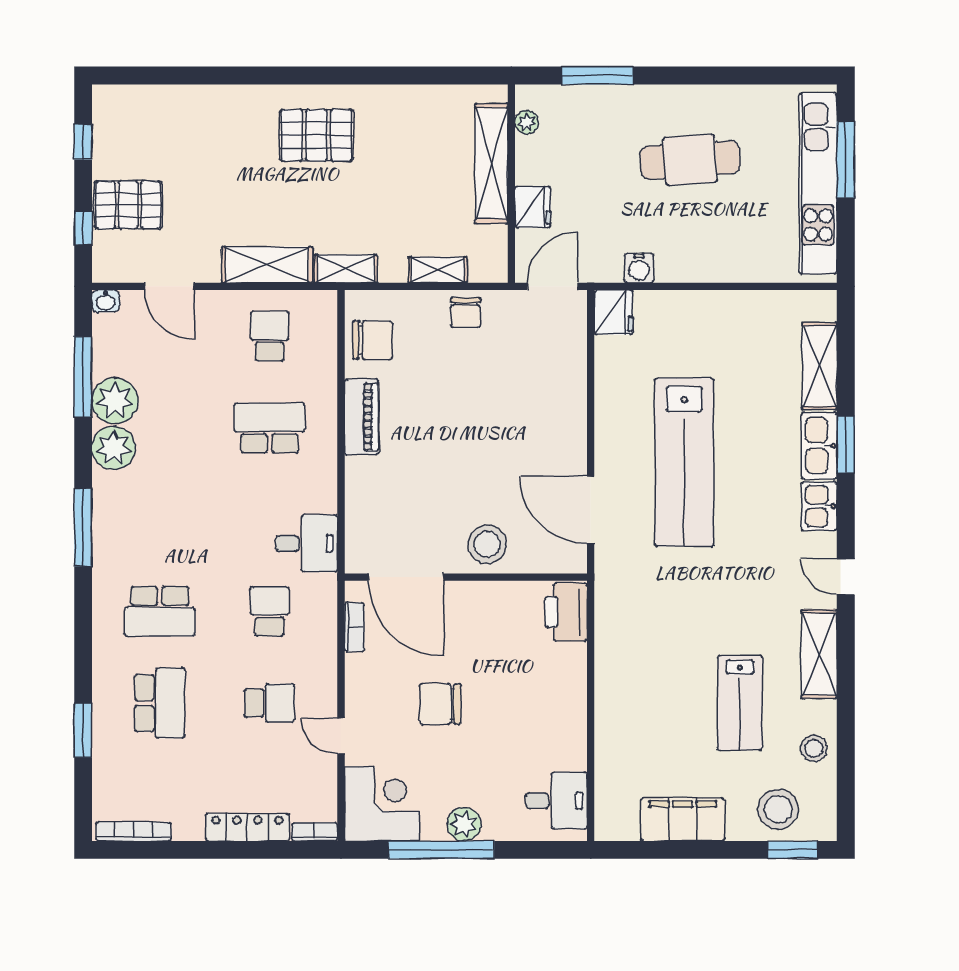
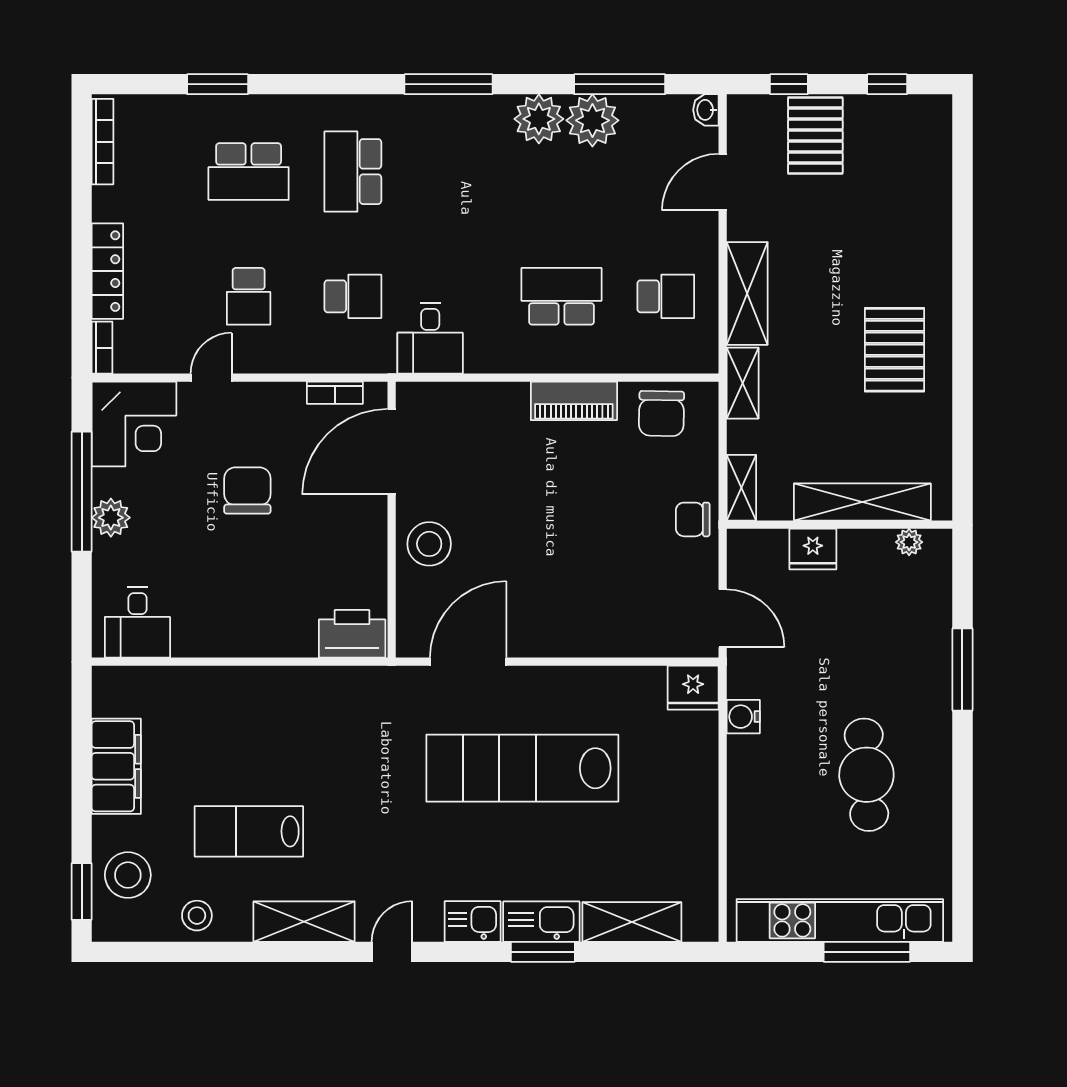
plant: (527, 122) -> (909, 542), moved
shelving: (491, 163) -> (862, 502), moved
wall: (511, 184) -> (840, 525), moved
fridge: (533, 207) -> (813, 549), moved
school desk: (270, 428) -> (562, 296), turned -90

